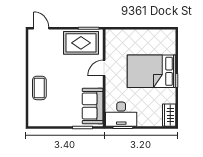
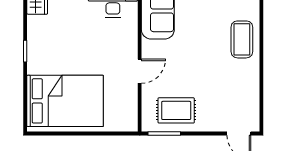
rug: (81, 43) -> (176, 110), width x0.73, depth x0.70
bed: (151, 71) -> (65, 101), moved

